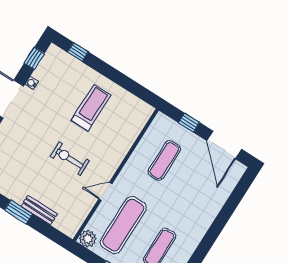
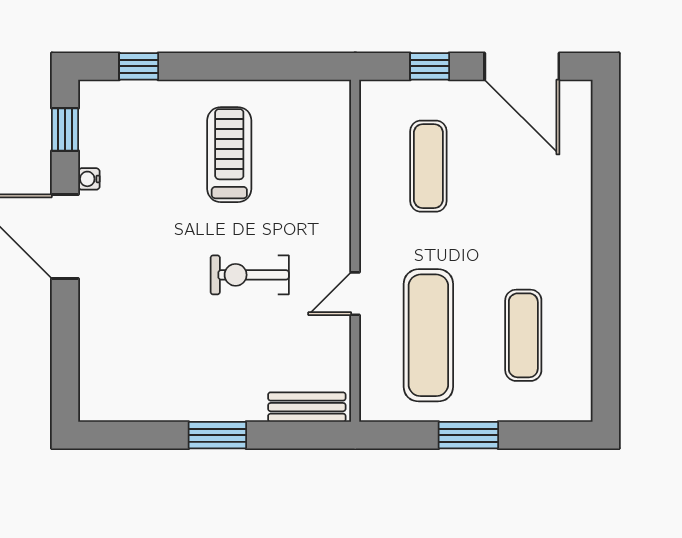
bench: (39, 210) -> (307, 407), moved
plant: (88, 239) -> (378, 403), removed

